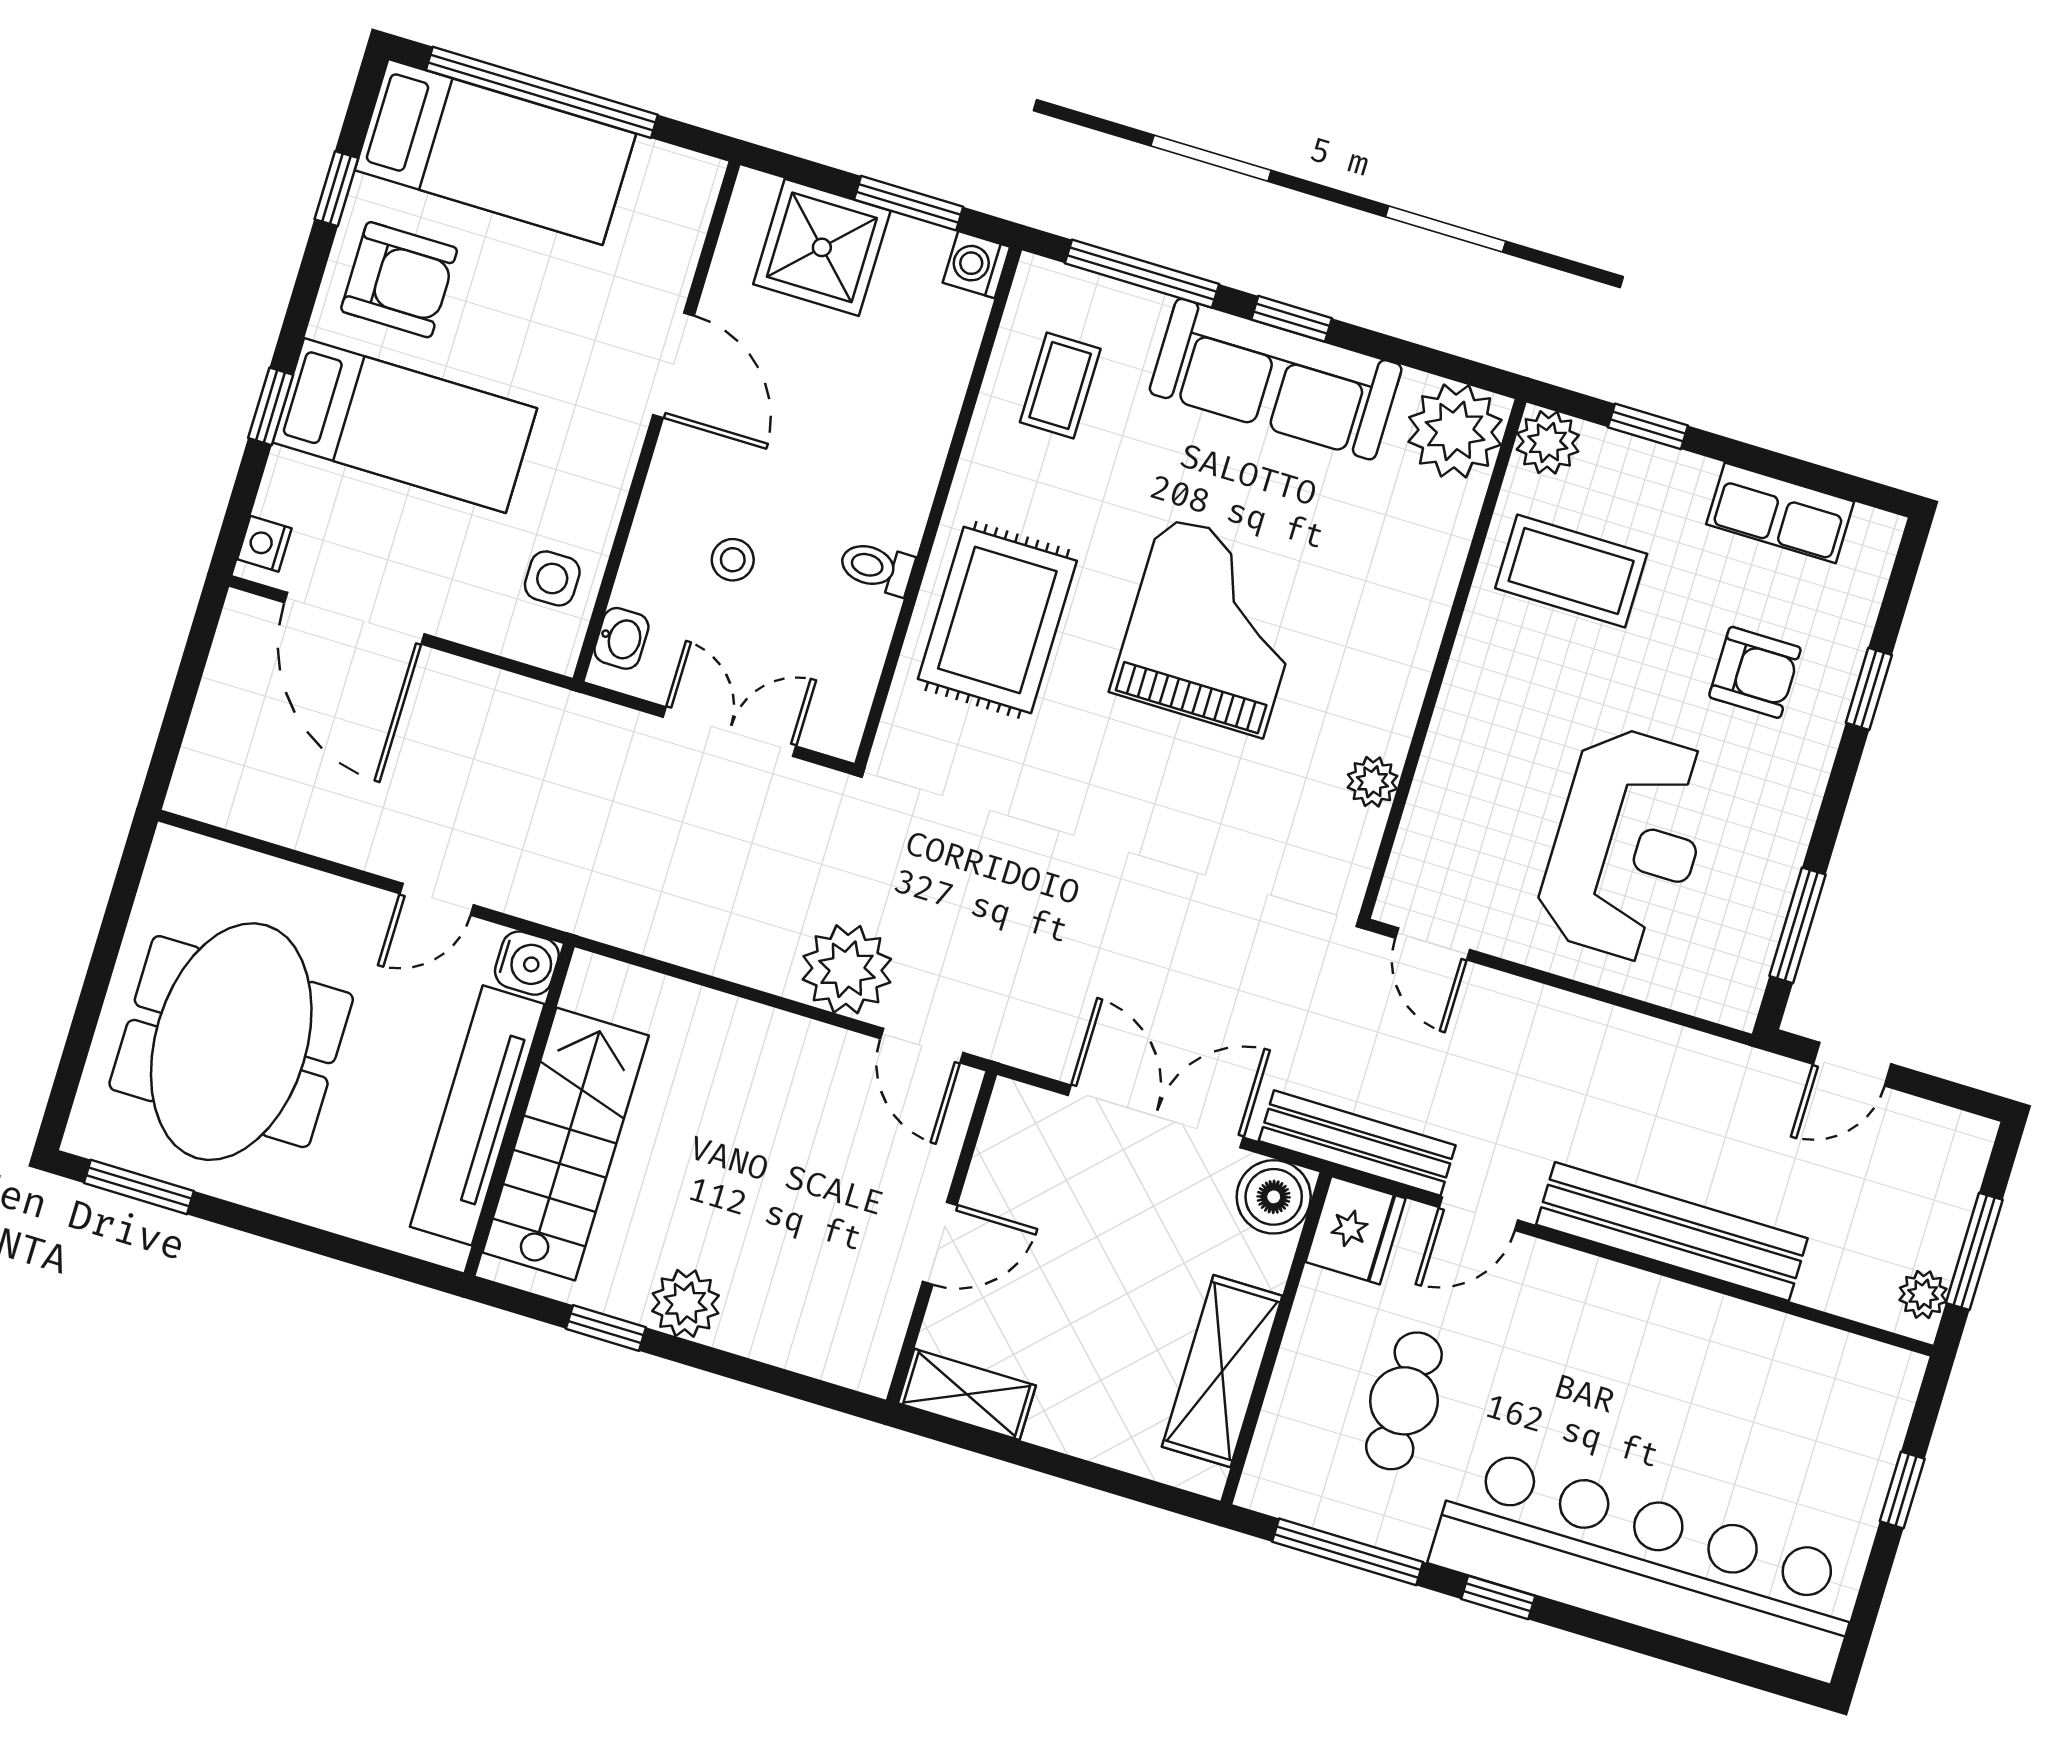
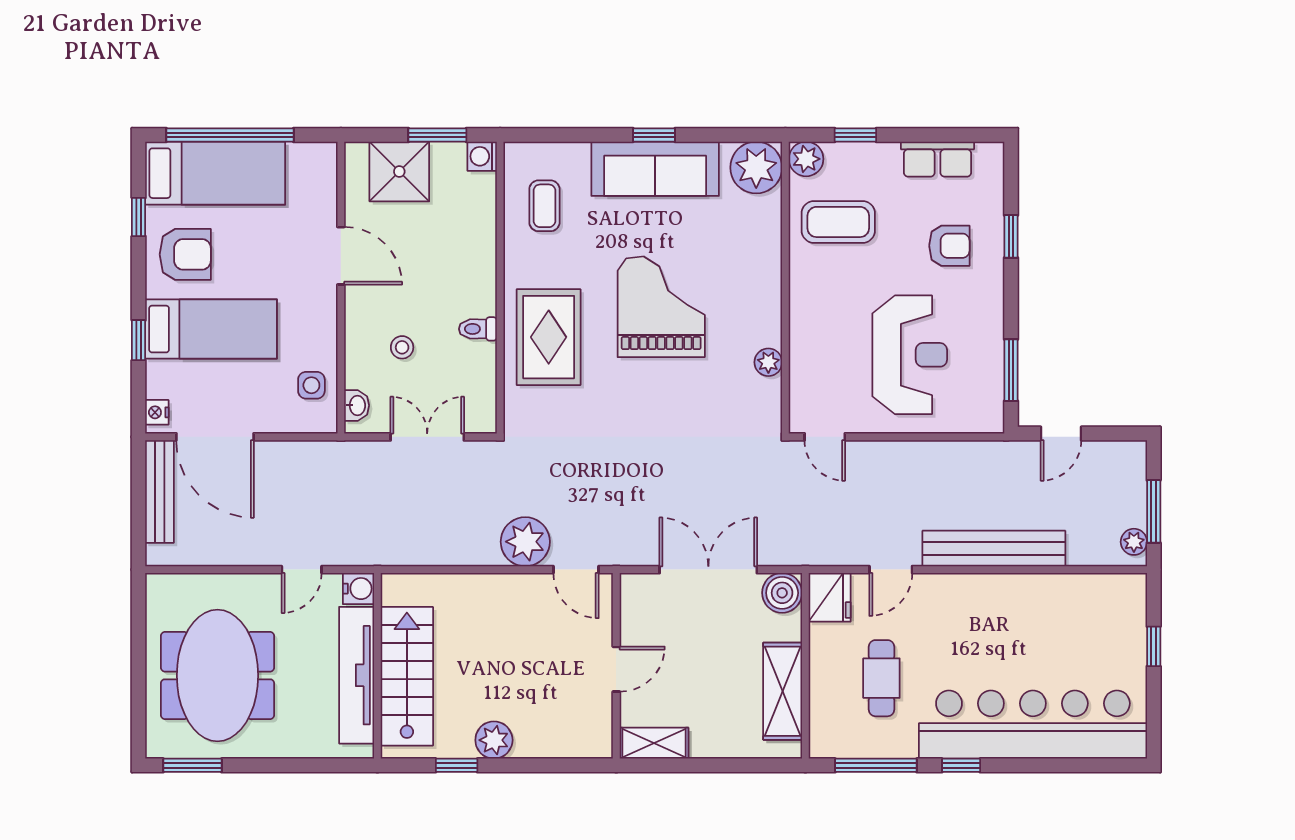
window: (1142, 274) -> (569, 135), removed
bench: (1357, 1143) -> (160, 492), moved, turned 90

